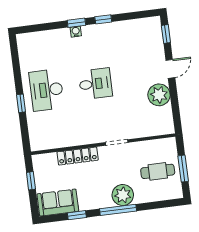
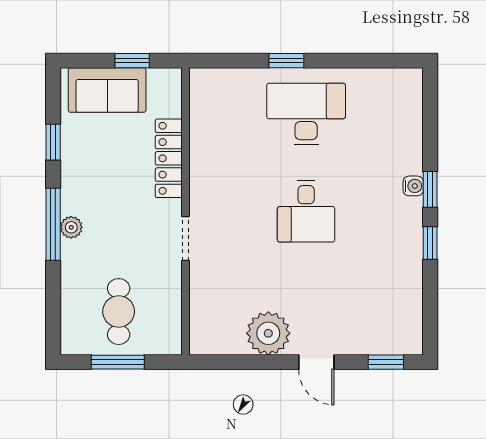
plant: (123, 195) -> (71, 227), width x0.53, depth x0.53
sofa: (58, 203) -> (107, 90), moved, turned 90

